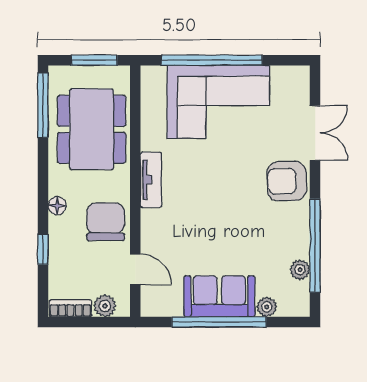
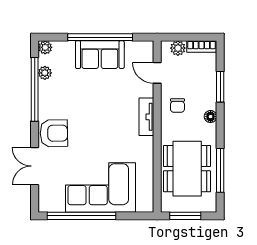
window: (212, 60) -> (82, 216), moved
window: (43, 105) -> (220, 170), moved
tv unit: (151, 180) -> (146, 117), moved
chair: (106, 222) -> (177, 106), width x0.54, depth x0.54
window: (43, 249) -> (220, 87), width x1.50
plant: (267, 307) -> (45, 47), moved

